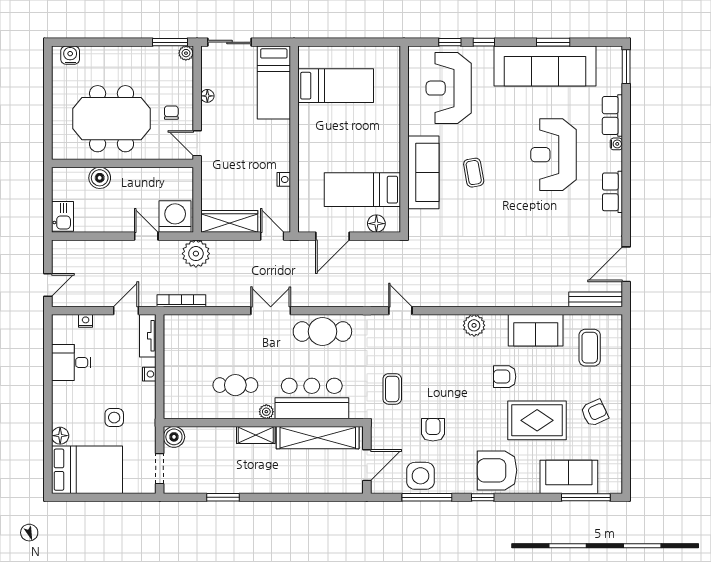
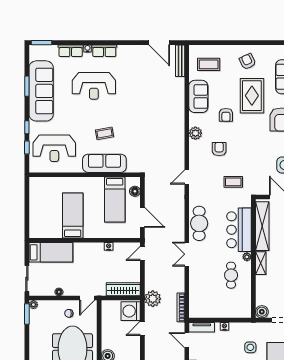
bed: (336, 86) -> (73, 216), moved
row of seats: (612, 192) -> (104, 51), moved
wardrobe: (229, 221) -> (123, 289), moved, turned 90
armchair: (433, 430) -> (219, 149), moved, turned 90

